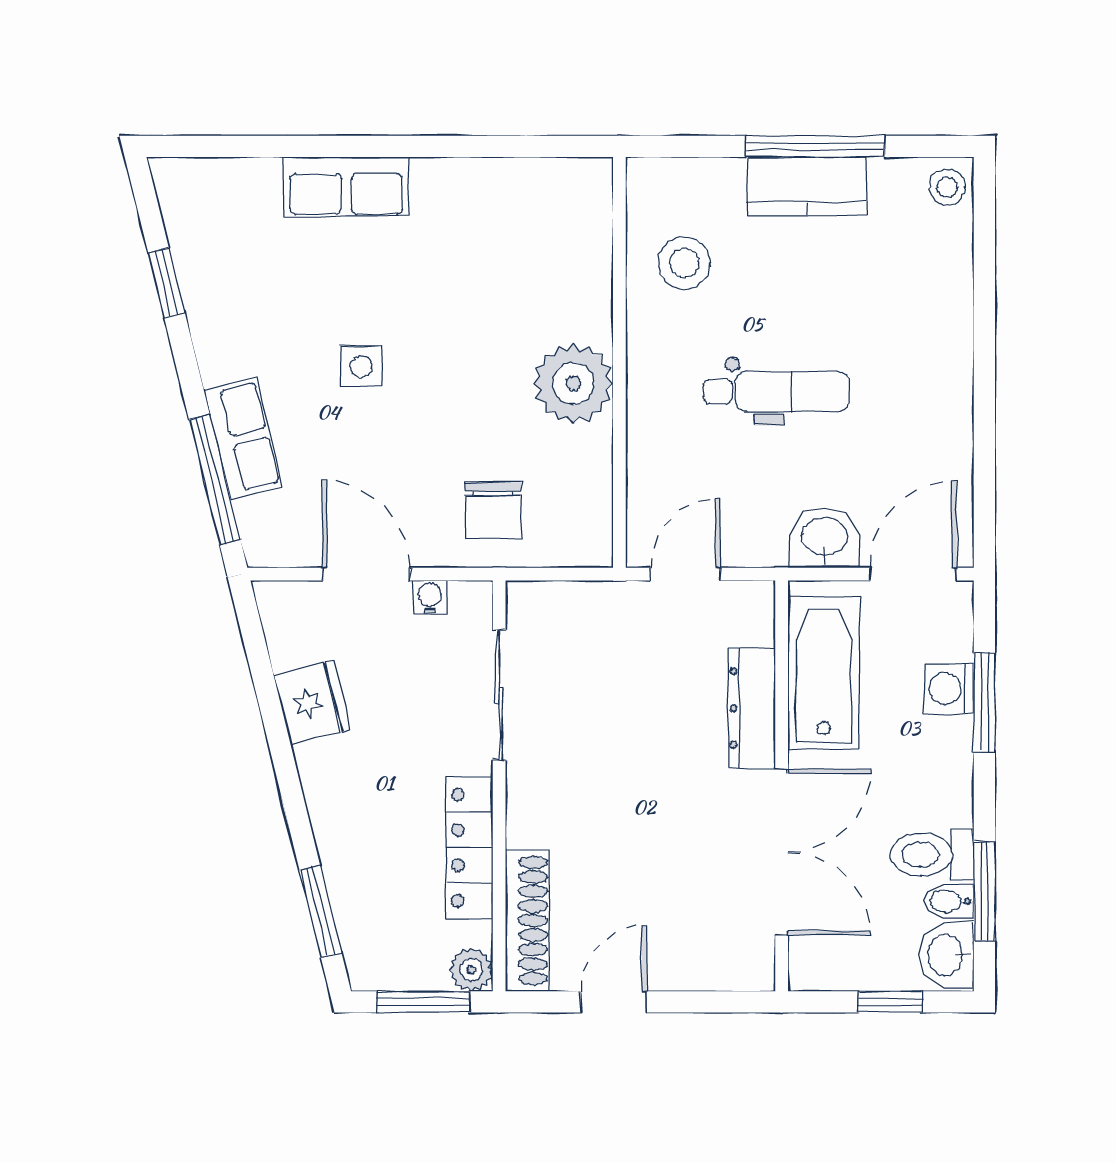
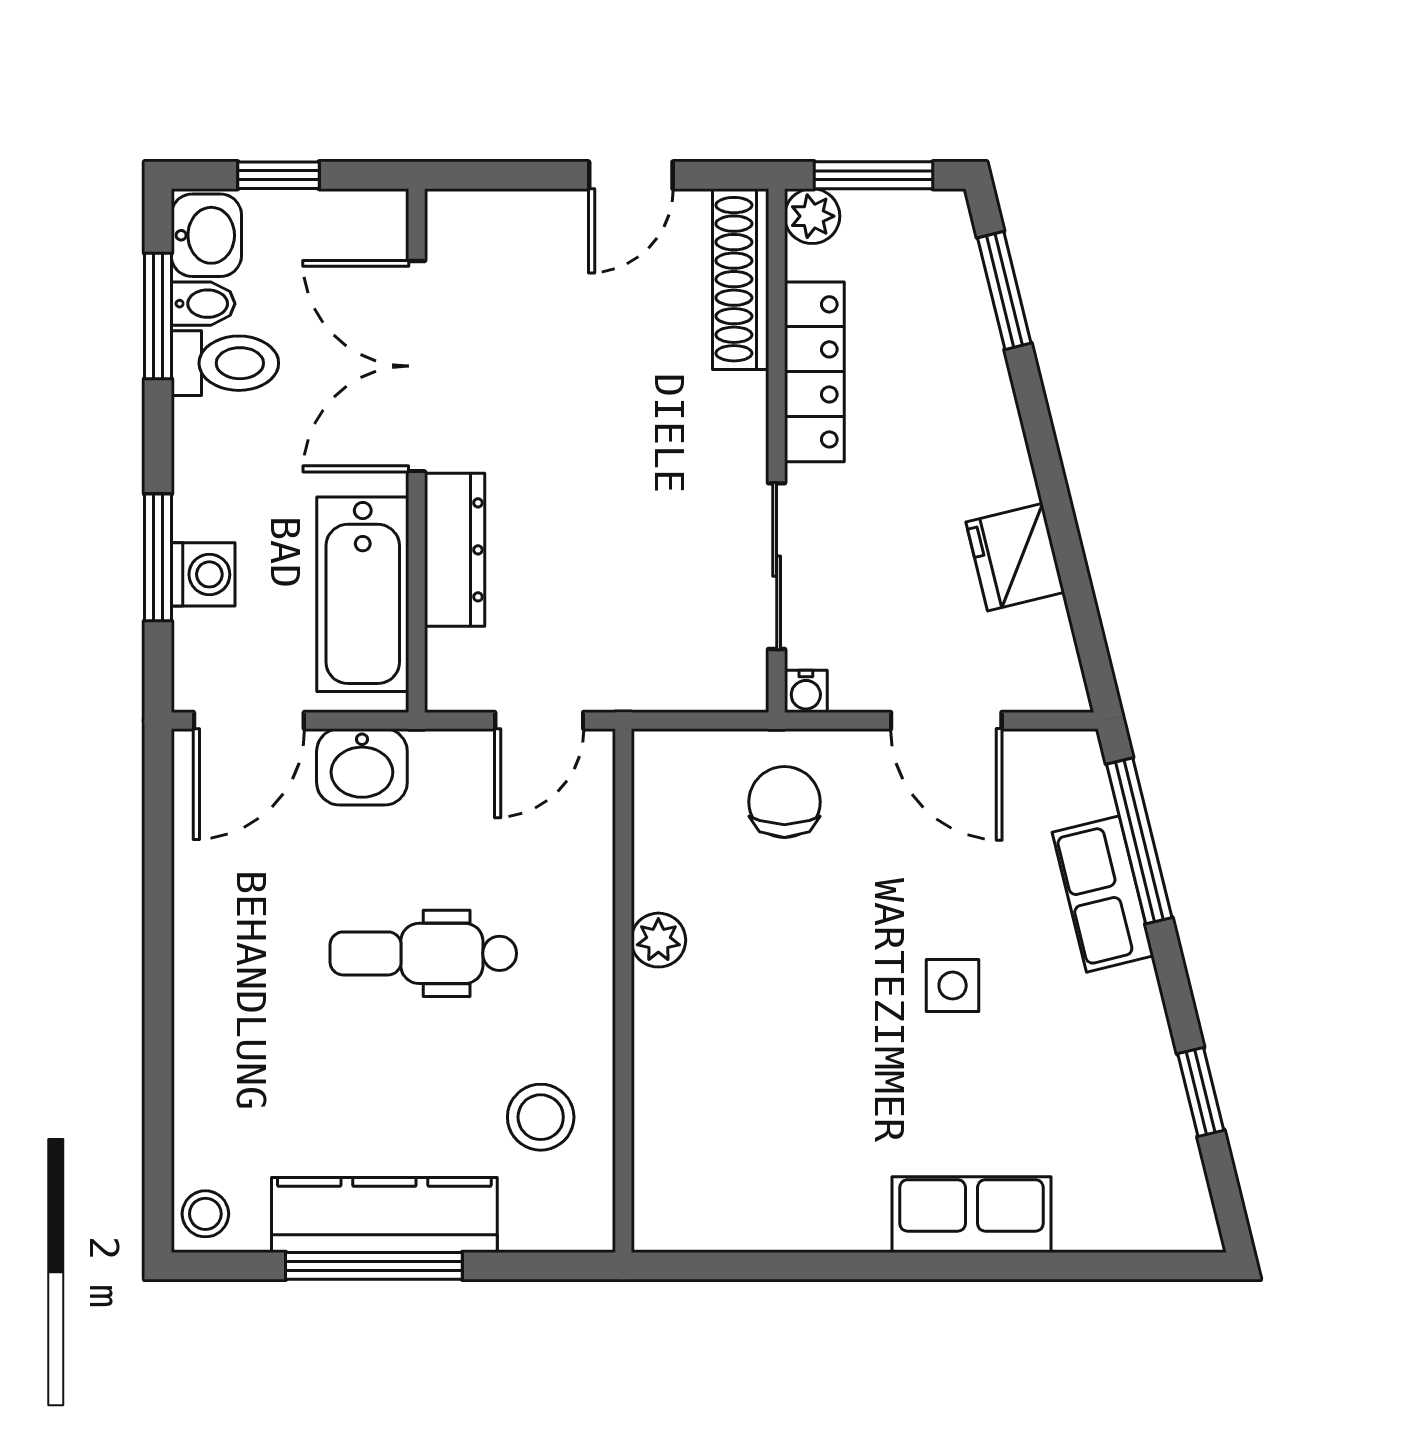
kitchen counter: (807, 186) -> (384, 1215), width x1.50
plant: (573, 383) -> (658, 940), width x0.53, depth x0.53
water cooler: (430, 597) -> (806, 691), moved

